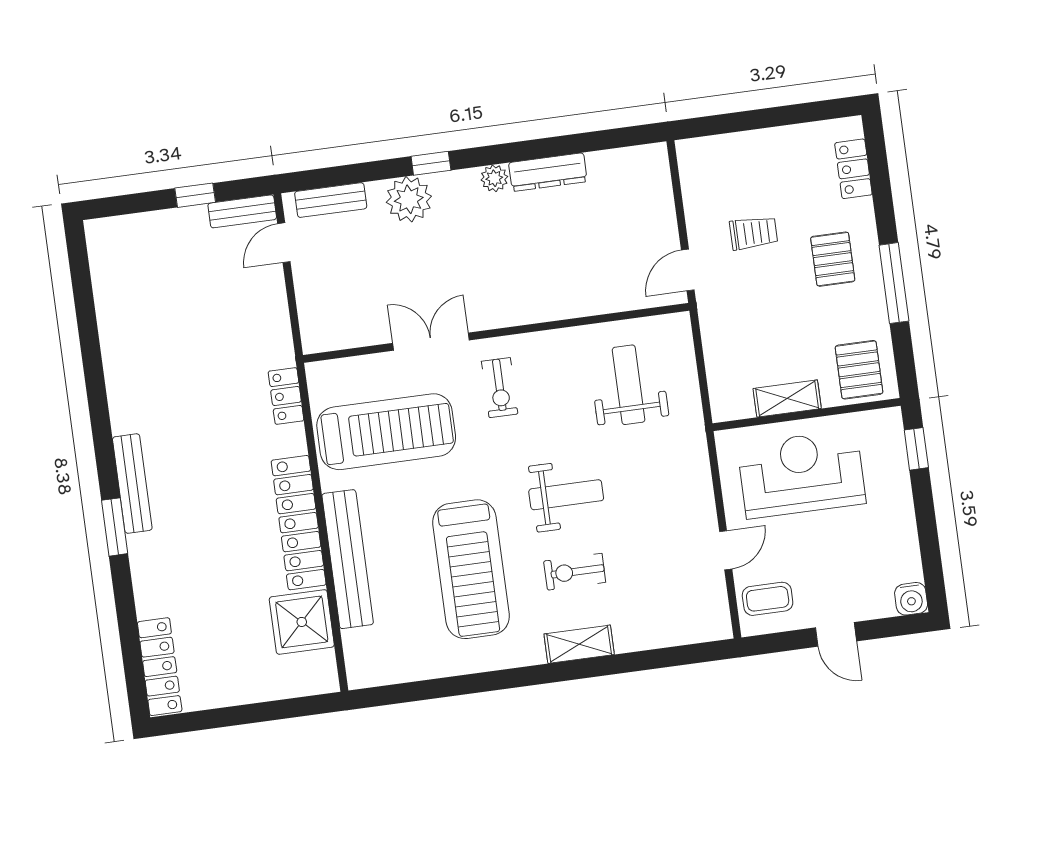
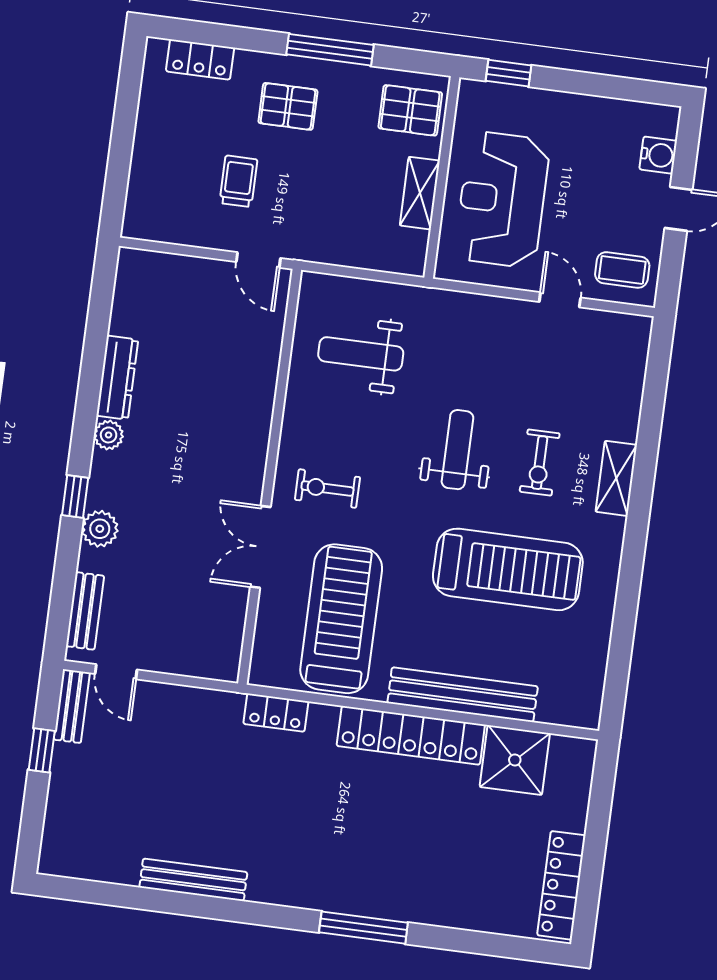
plant: (409, 199) -> (100, 529), width x0.73, depth x0.73
exercise bike: (500, 388) -> (327, 488), turned 180
bench: (132, 484) -> (193, 880), moved
window: (115, 527) -> (363, 928), width x1.44
coffee table: (768, 599) -> (622, 270), turned 90
water cooler: (911, 599) -> (658, 155), moved
locker: (160, 667) -> (561, 885), moved, turned -90

